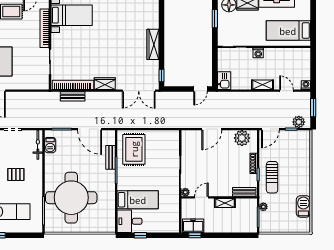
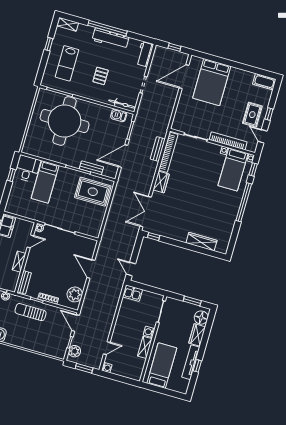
wardrobe: (153, 44) -> (201, 242), moved
shelving: (263, 85) -> (145, 347), moved
door: (201, 197) -> (30, 241), hinge flipped

